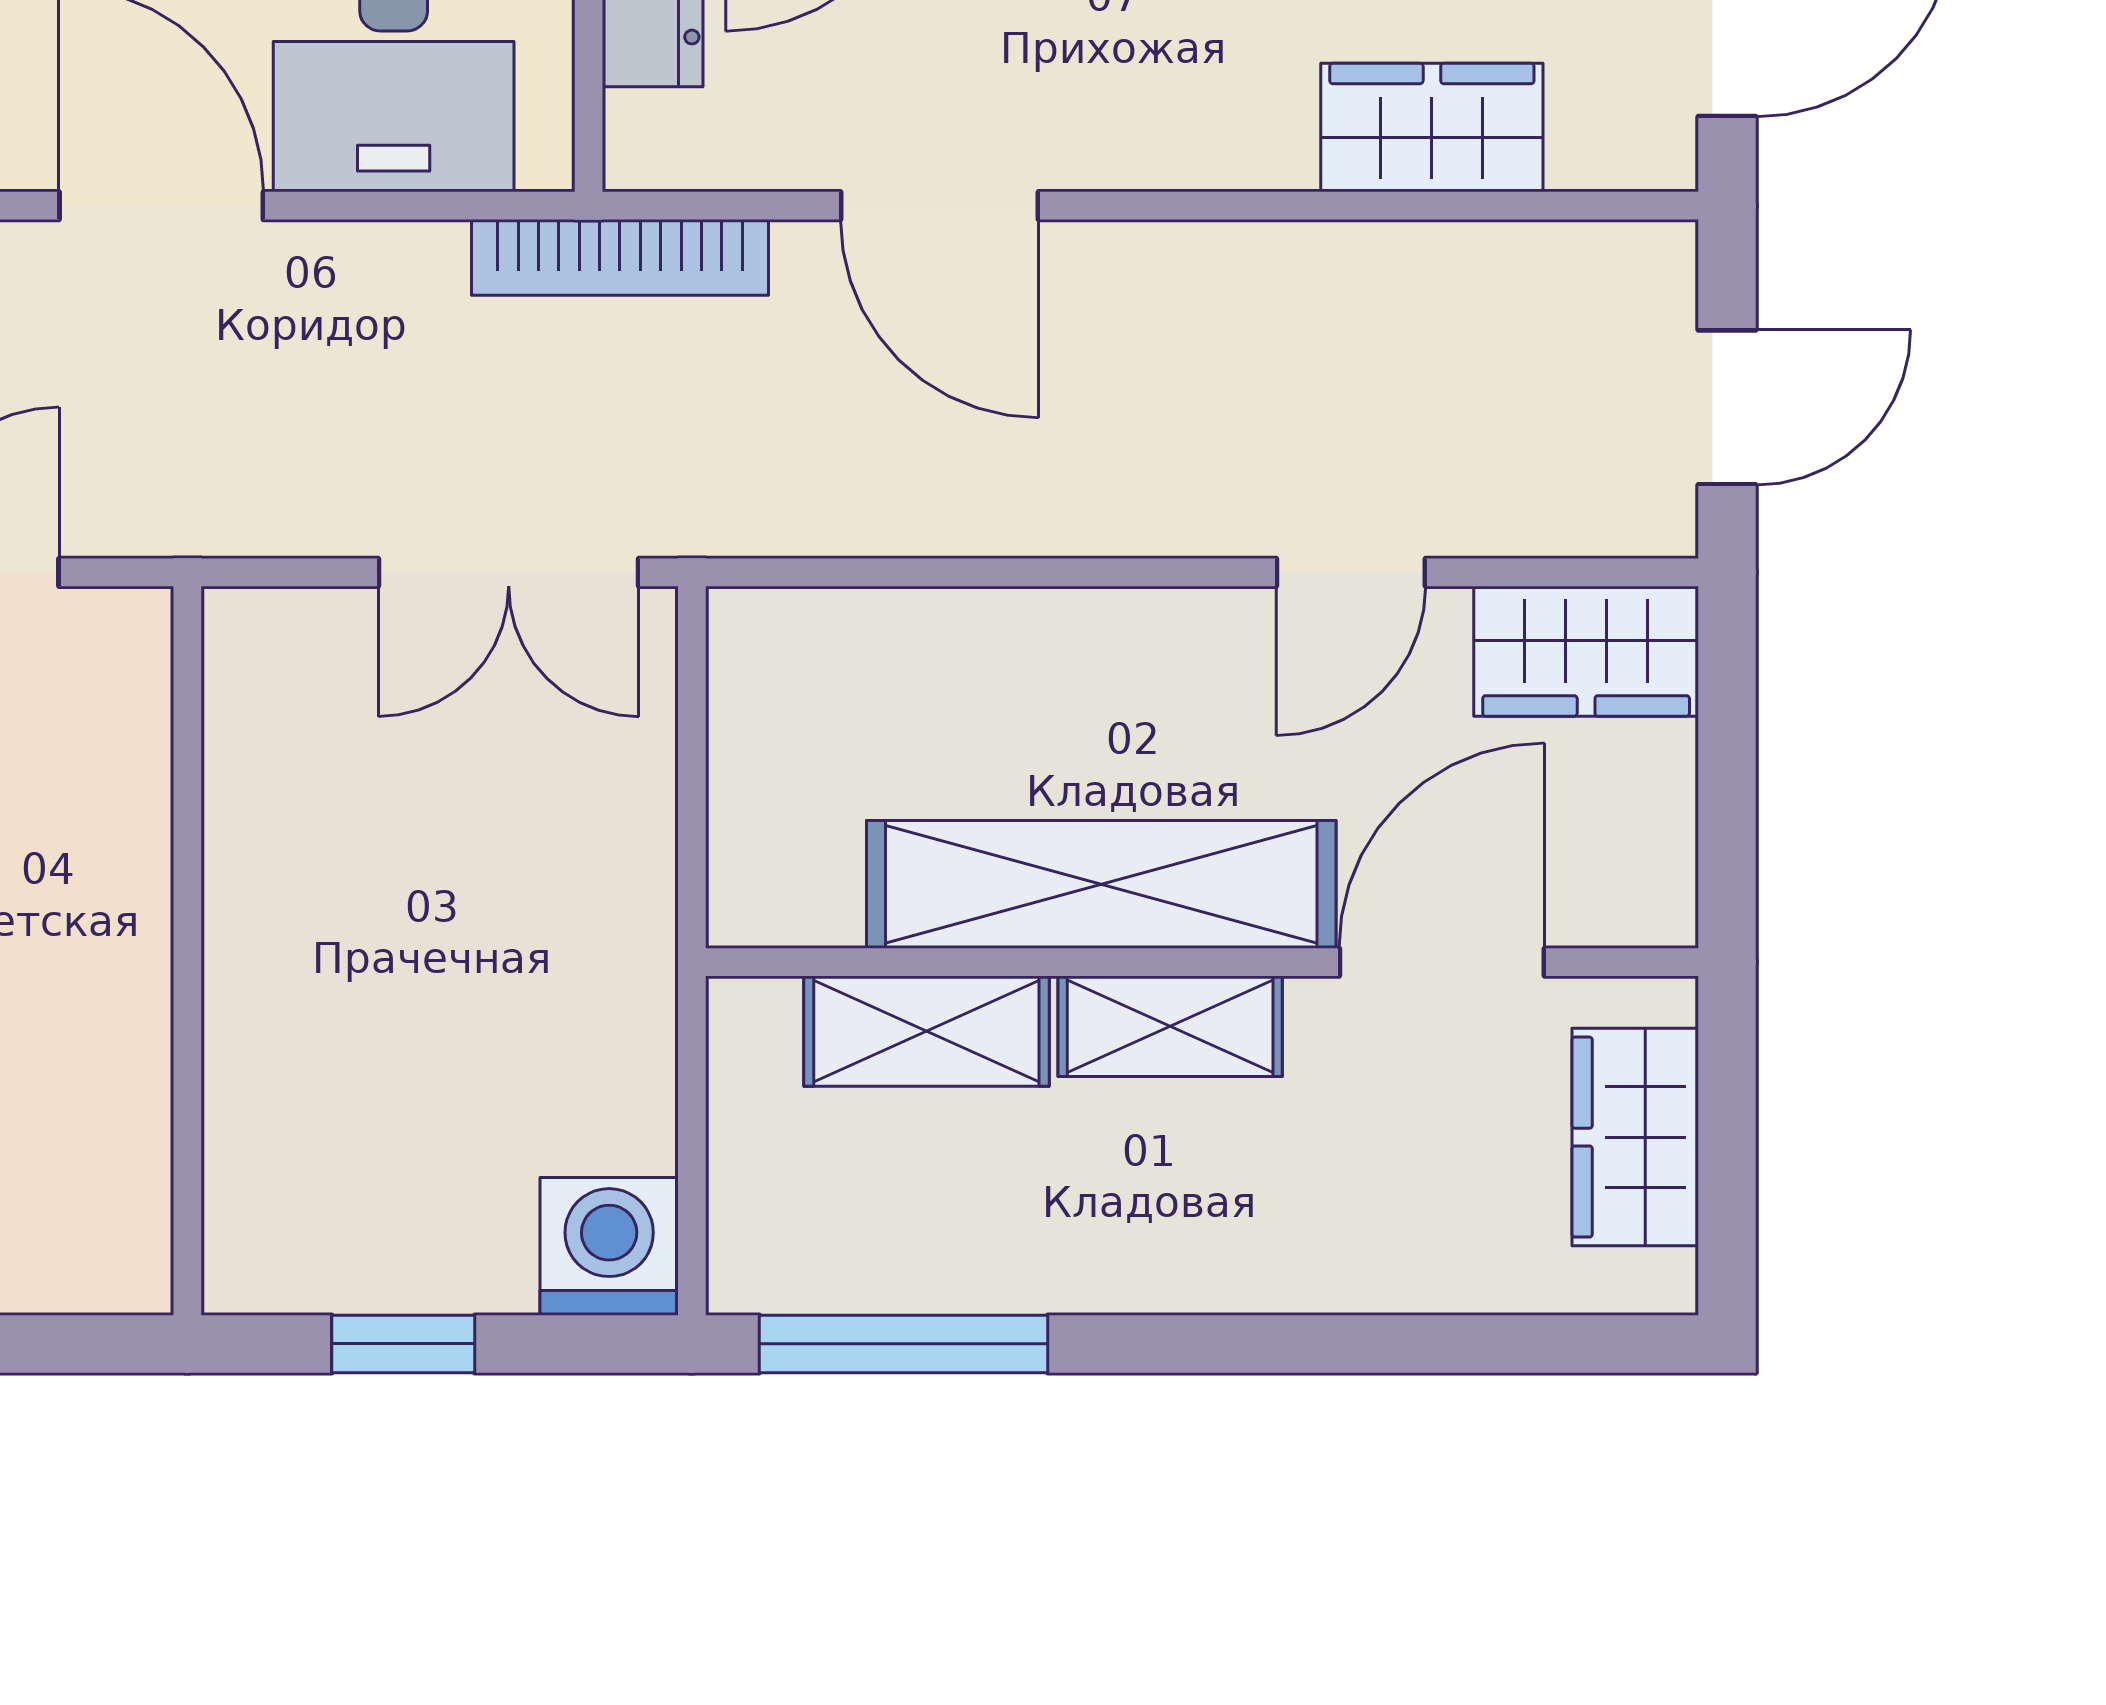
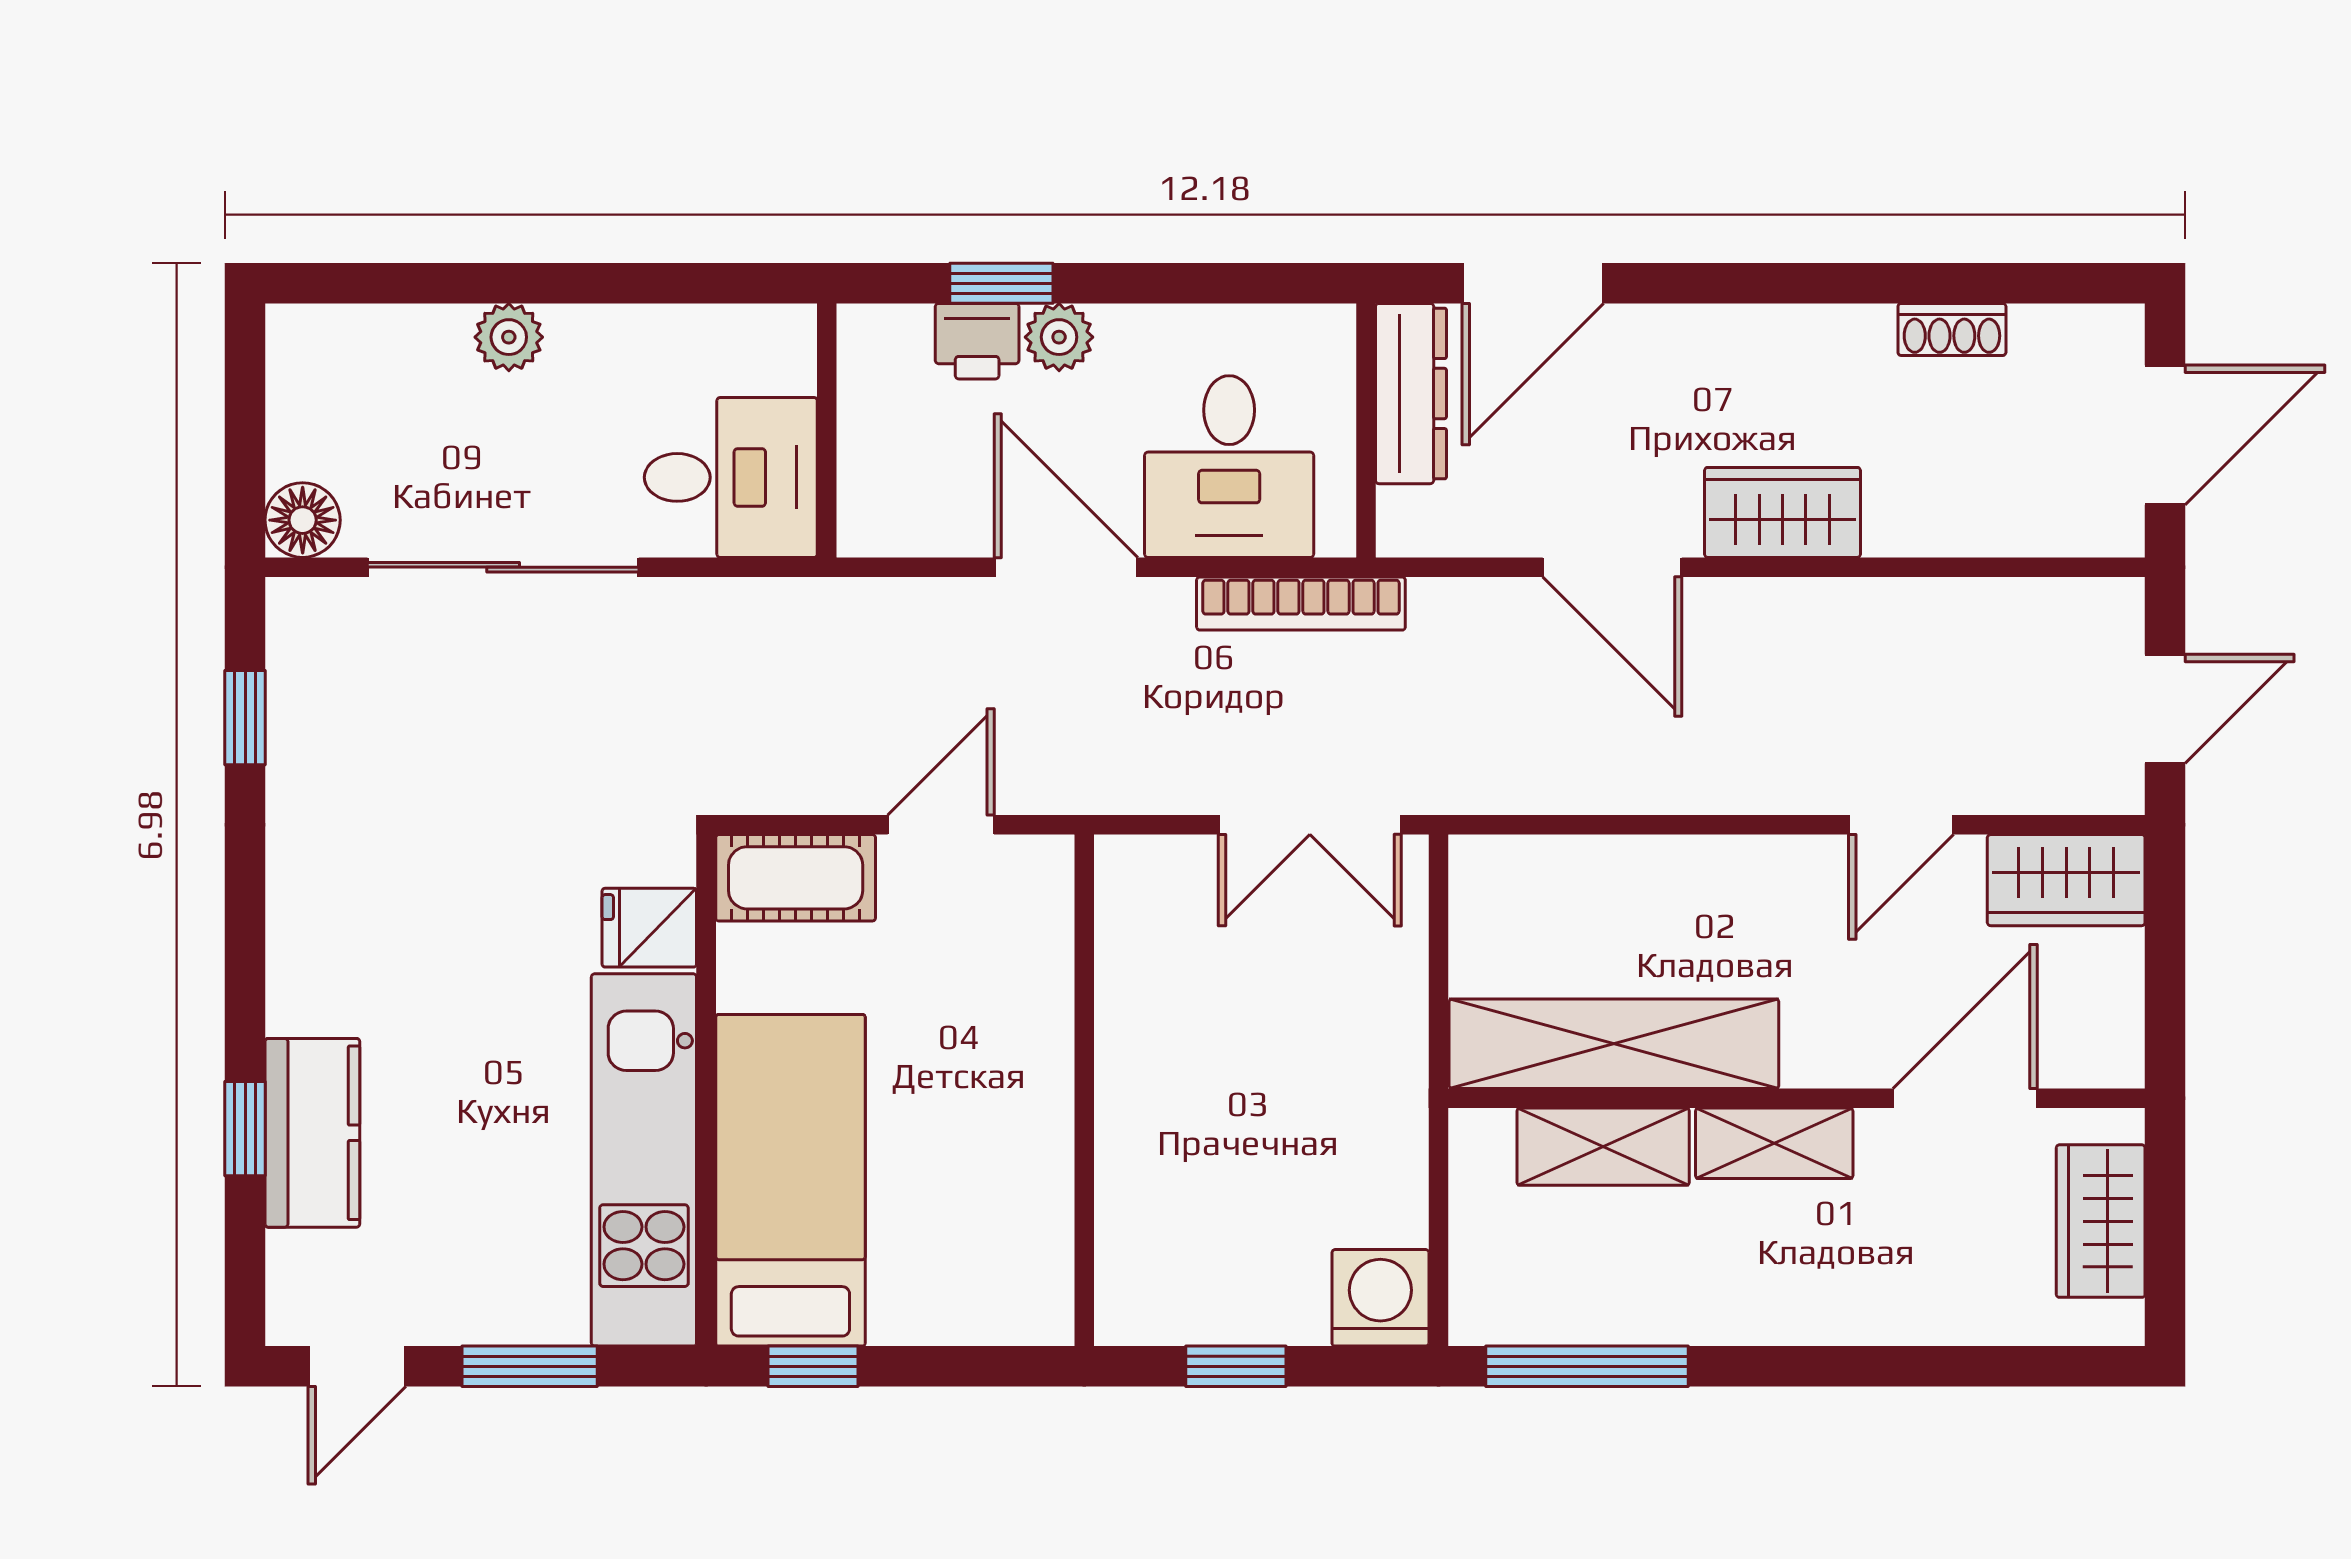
wardrobe: (1432, 128) -> (1782, 512), moved
bookcase: (620, 257) -> (1301, 604), moved
shelving: (1101, 884) -> (1614, 1044), moved

